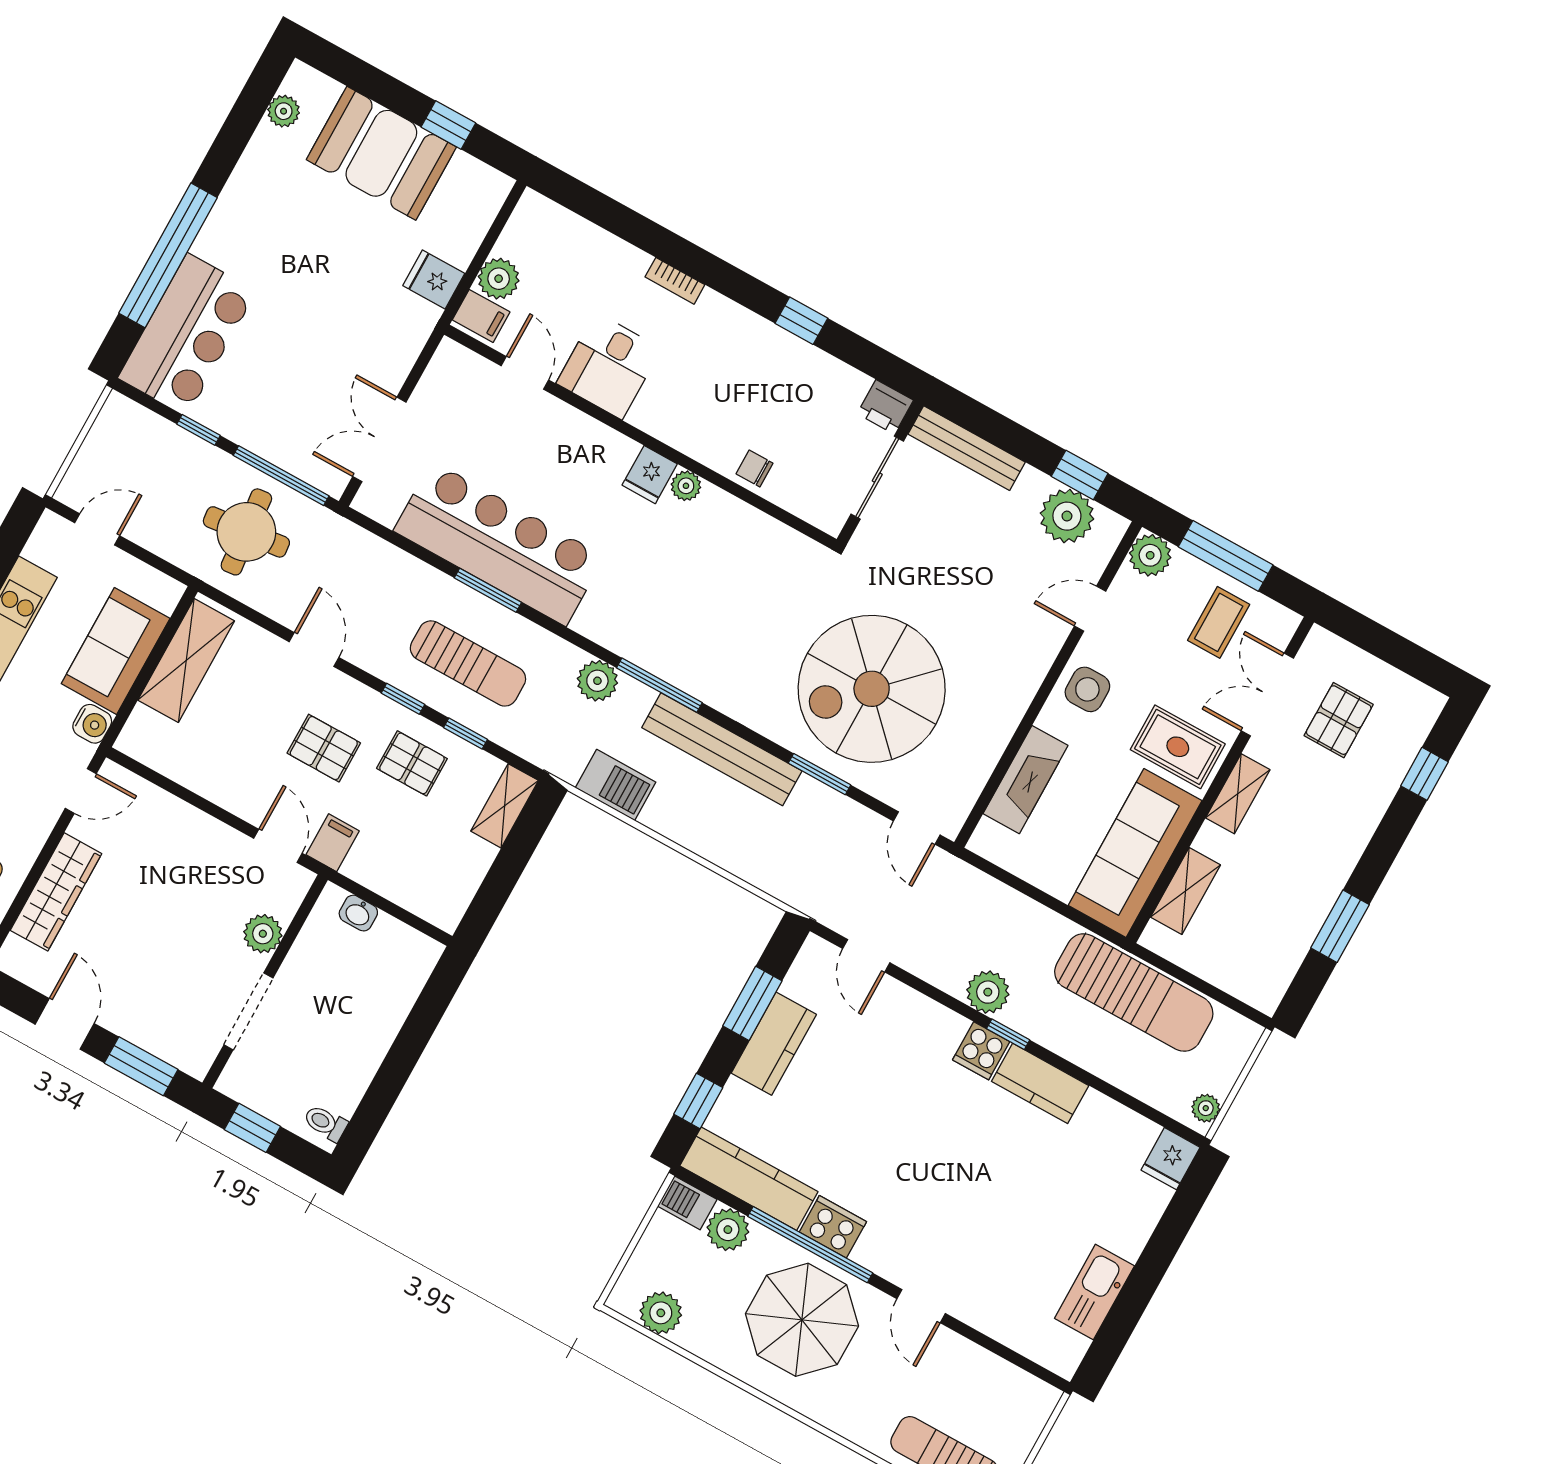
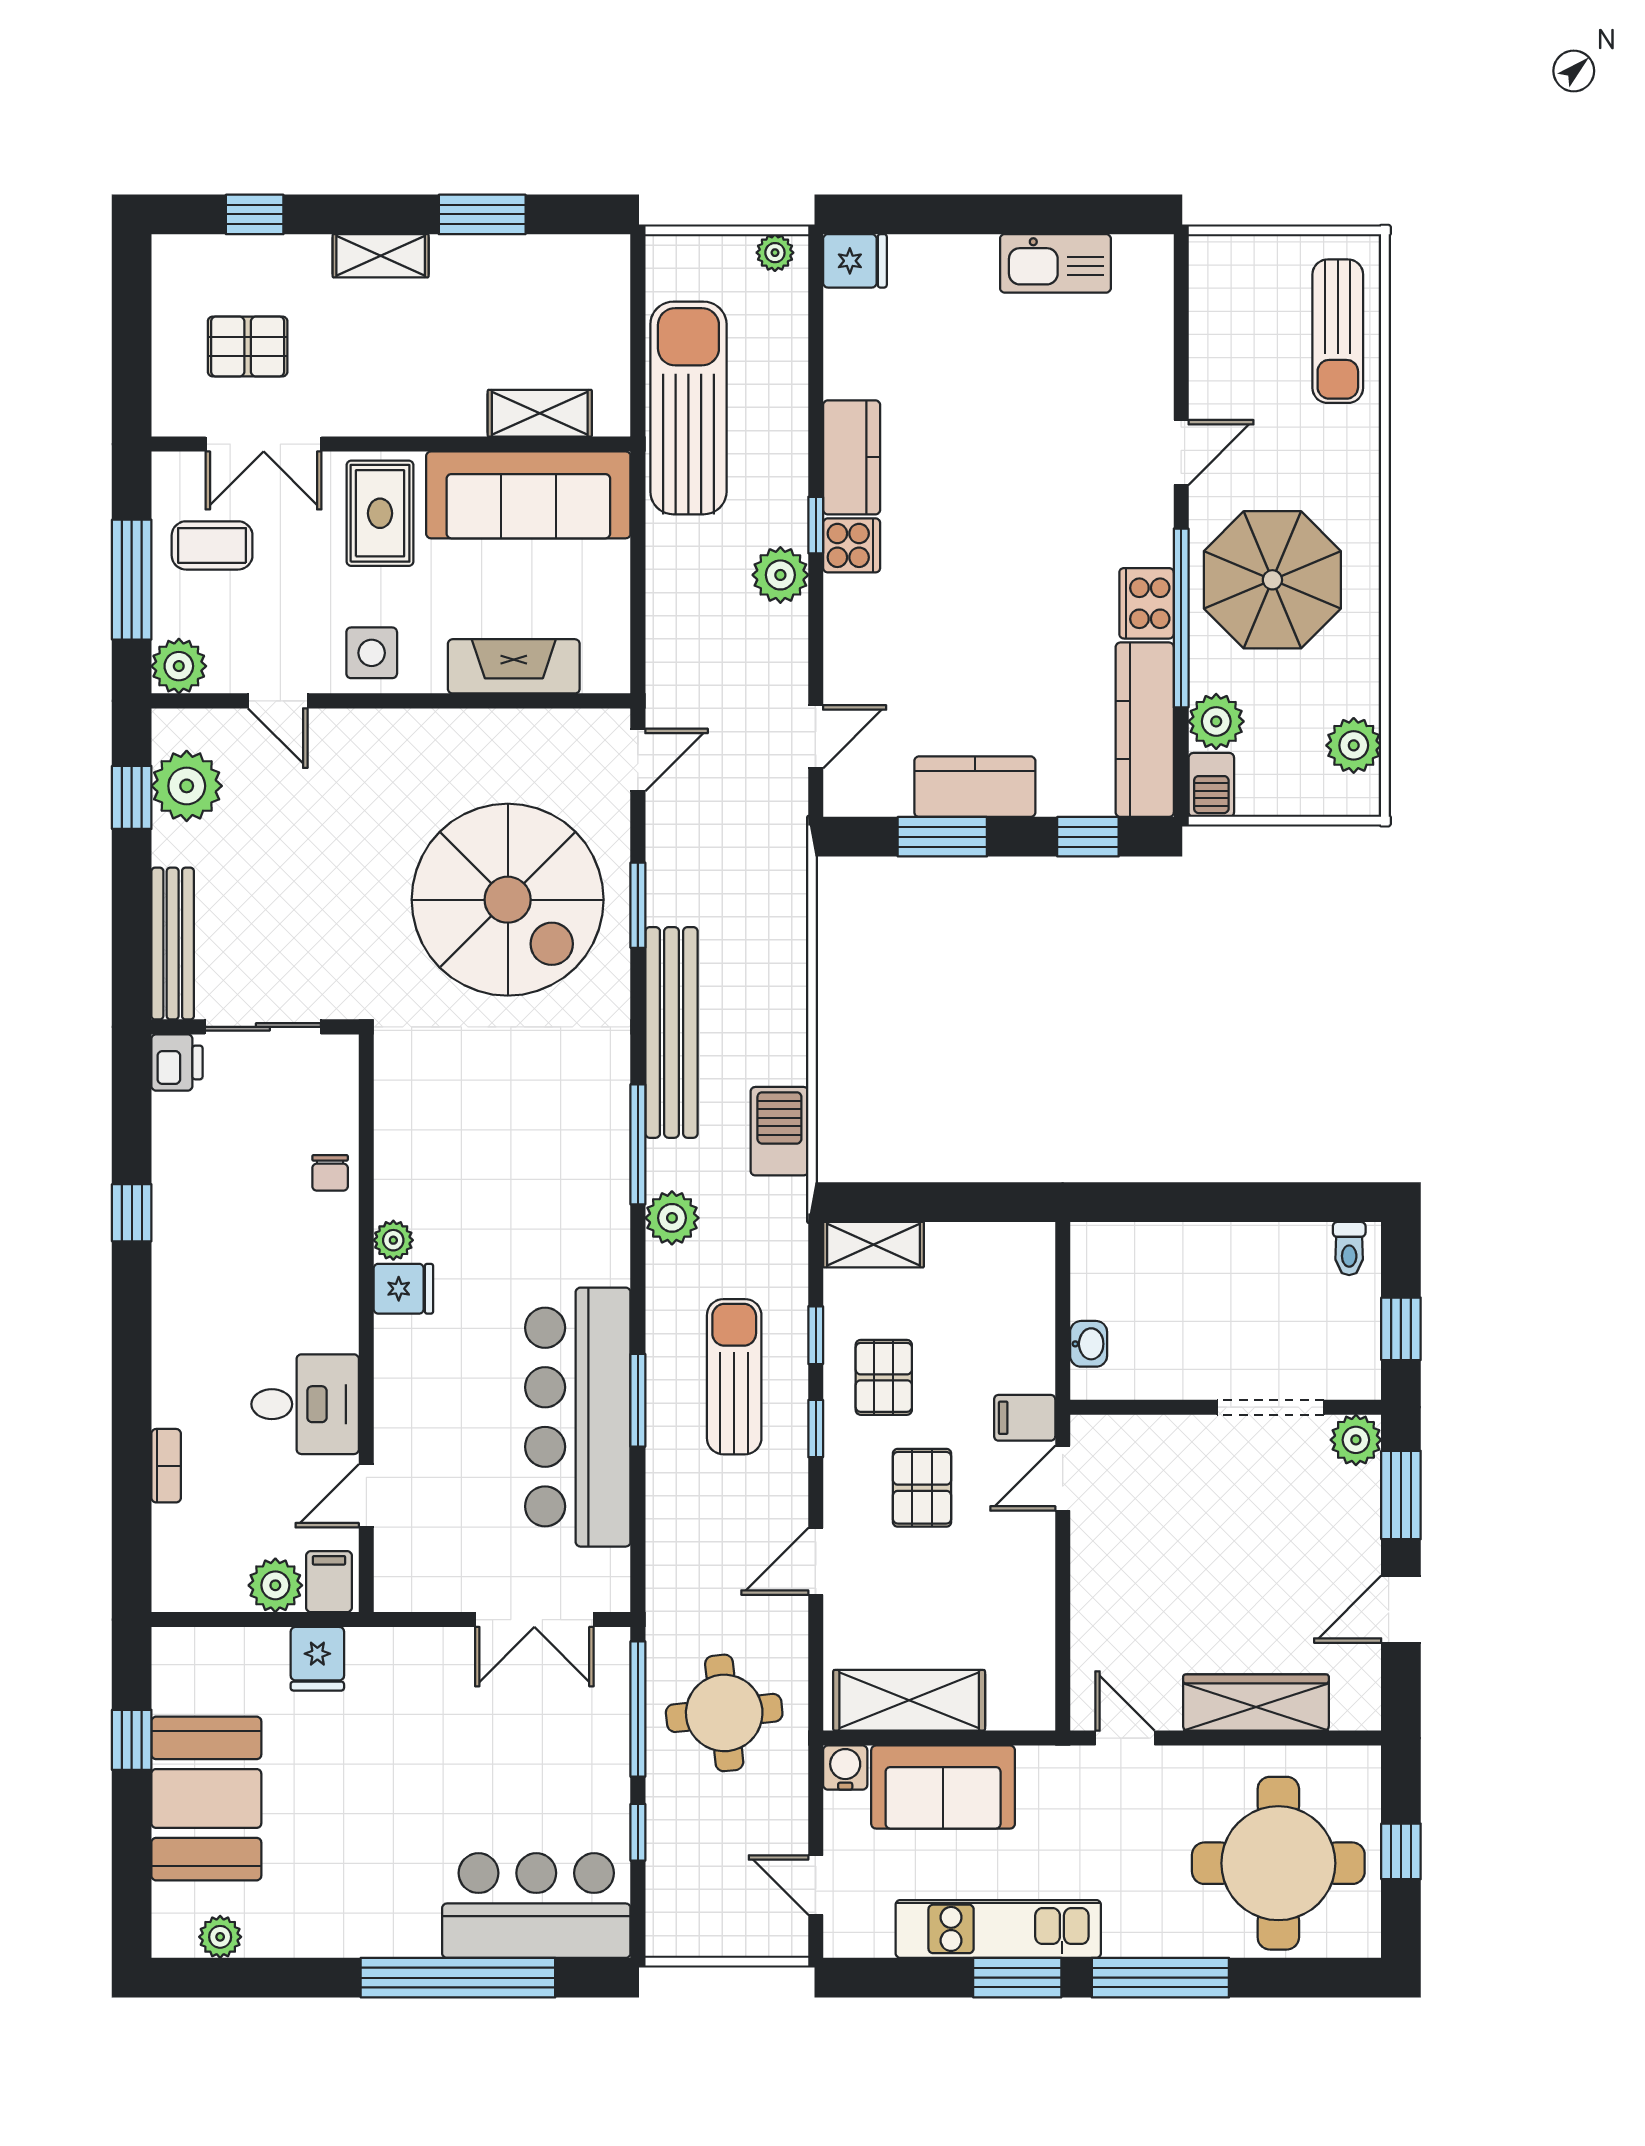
bookcase: (675, 281) -> (166, 1466), moved
water cooler: (92, 724) -> (845, 1768), moved
shelving: (1238, 794) -> (381, 256), moved
plant: (263, 934) -> (1356, 1440), moved

